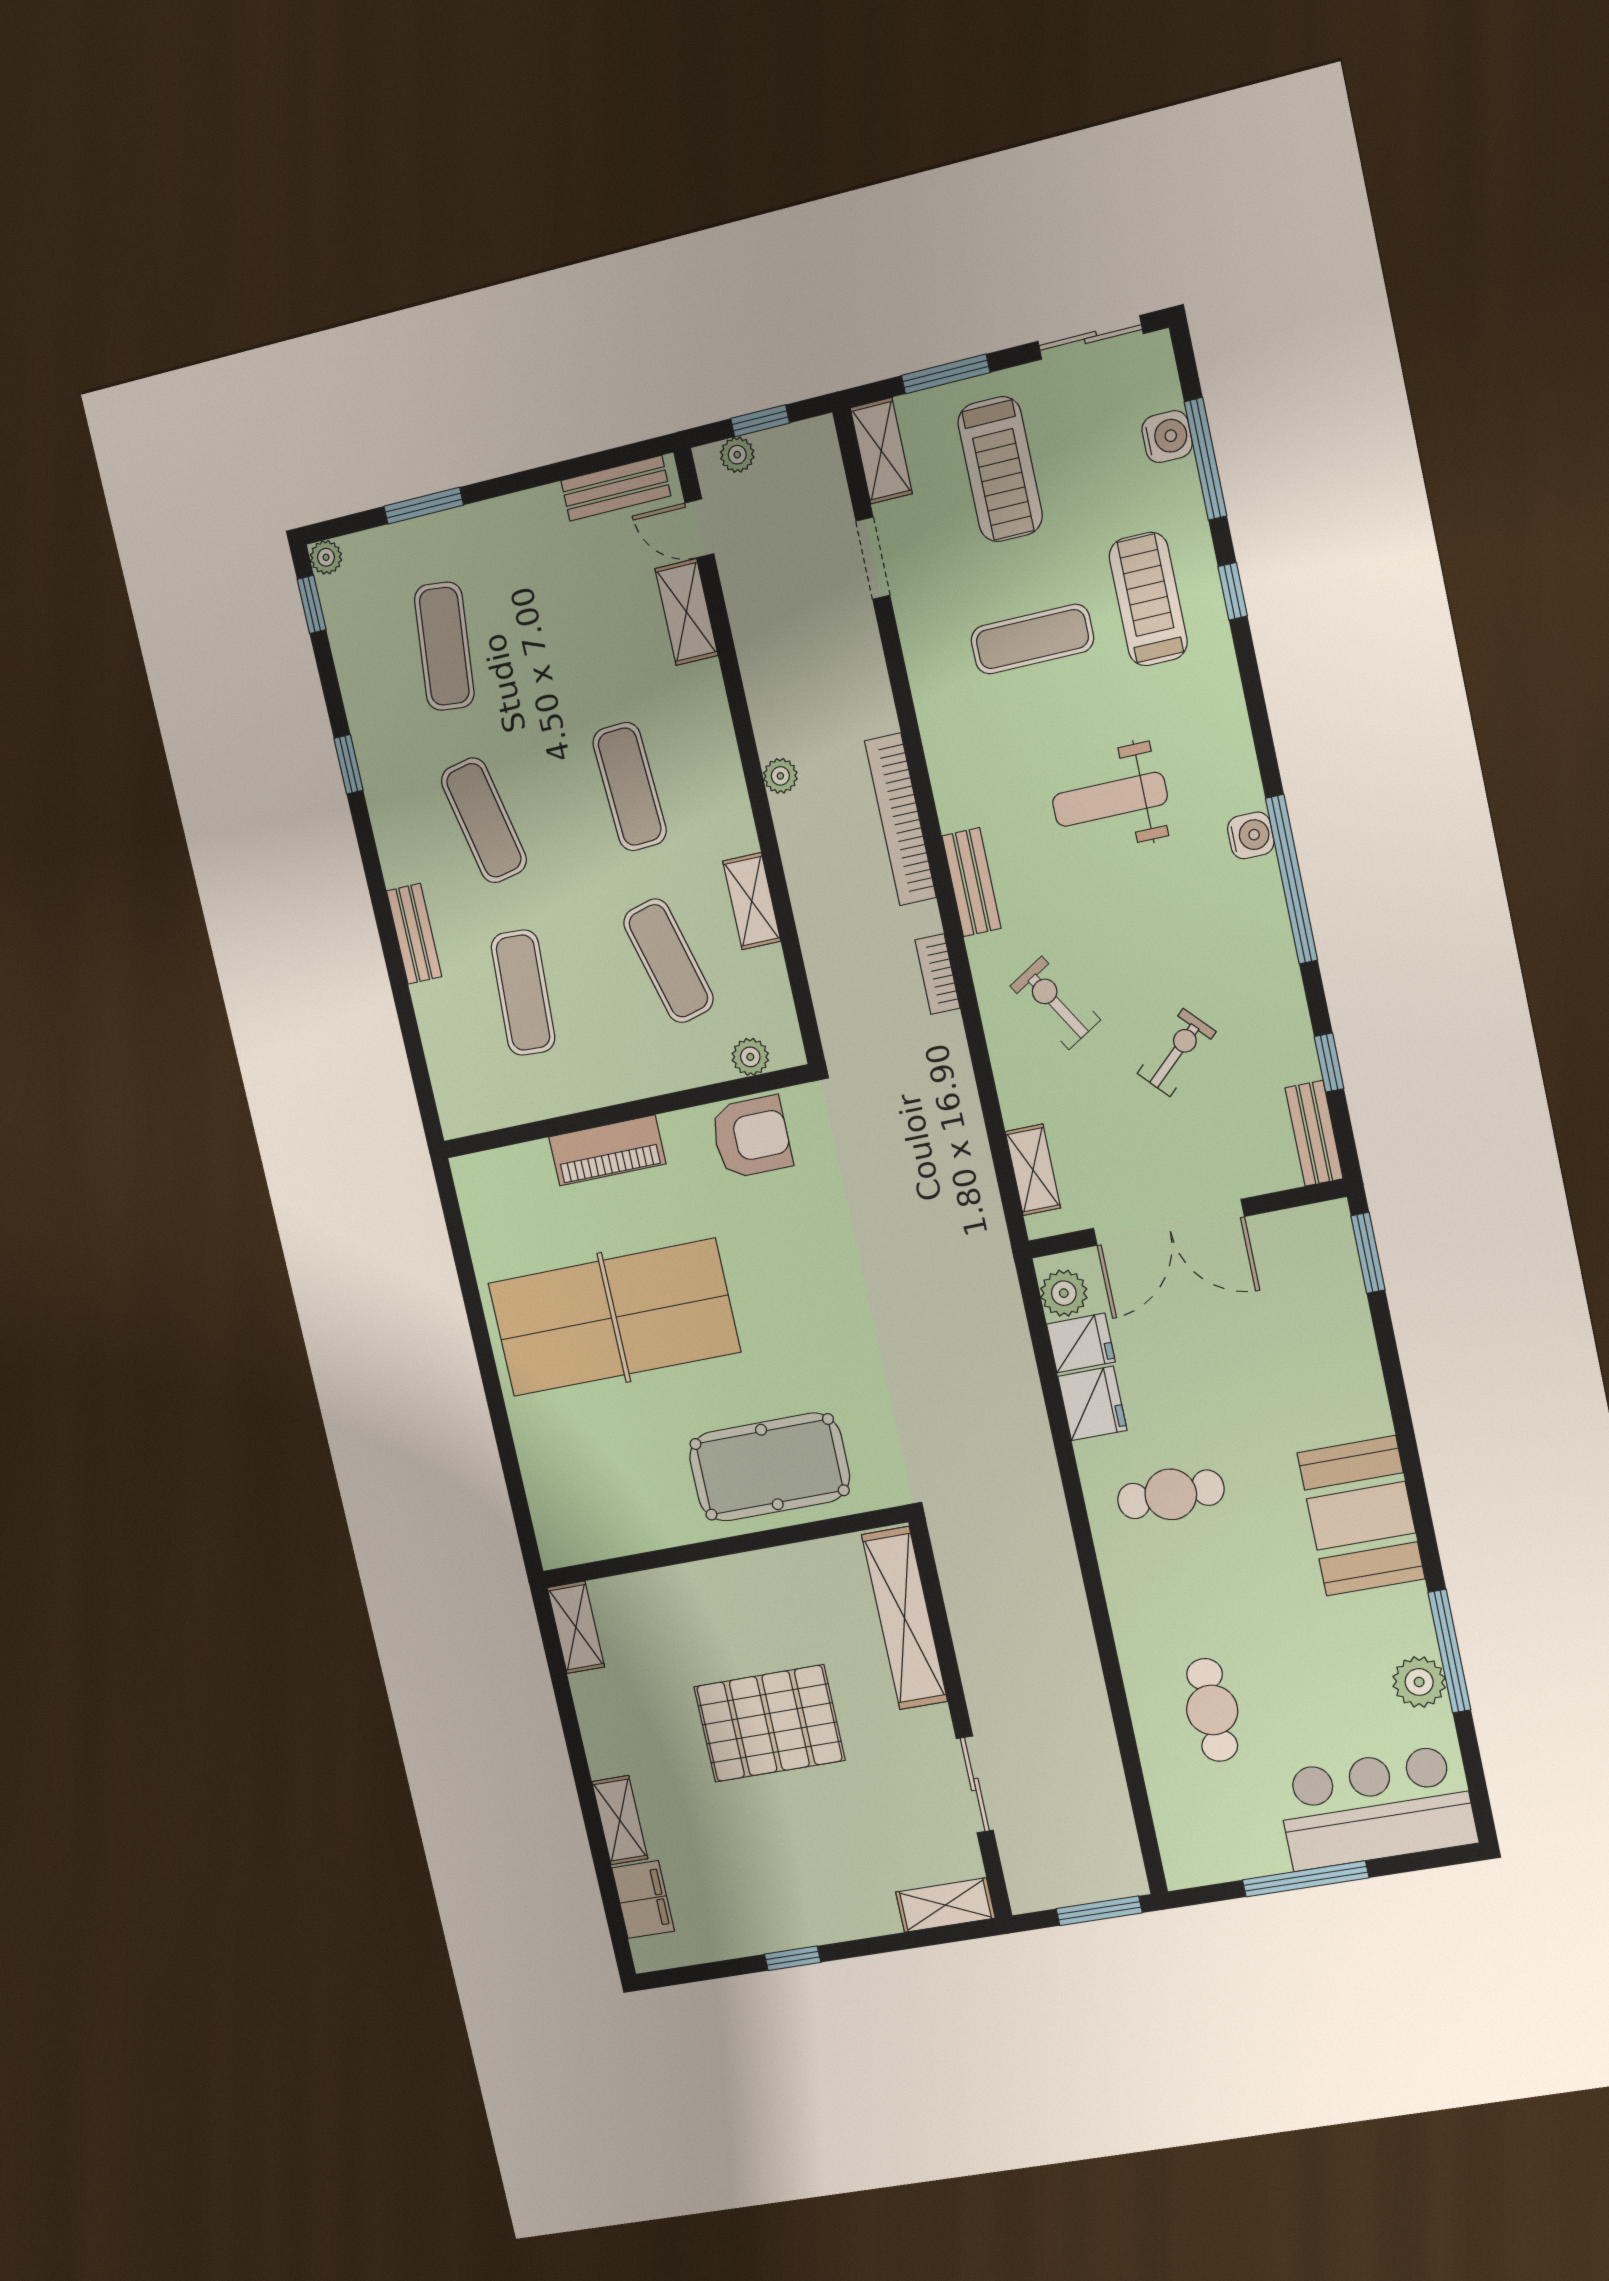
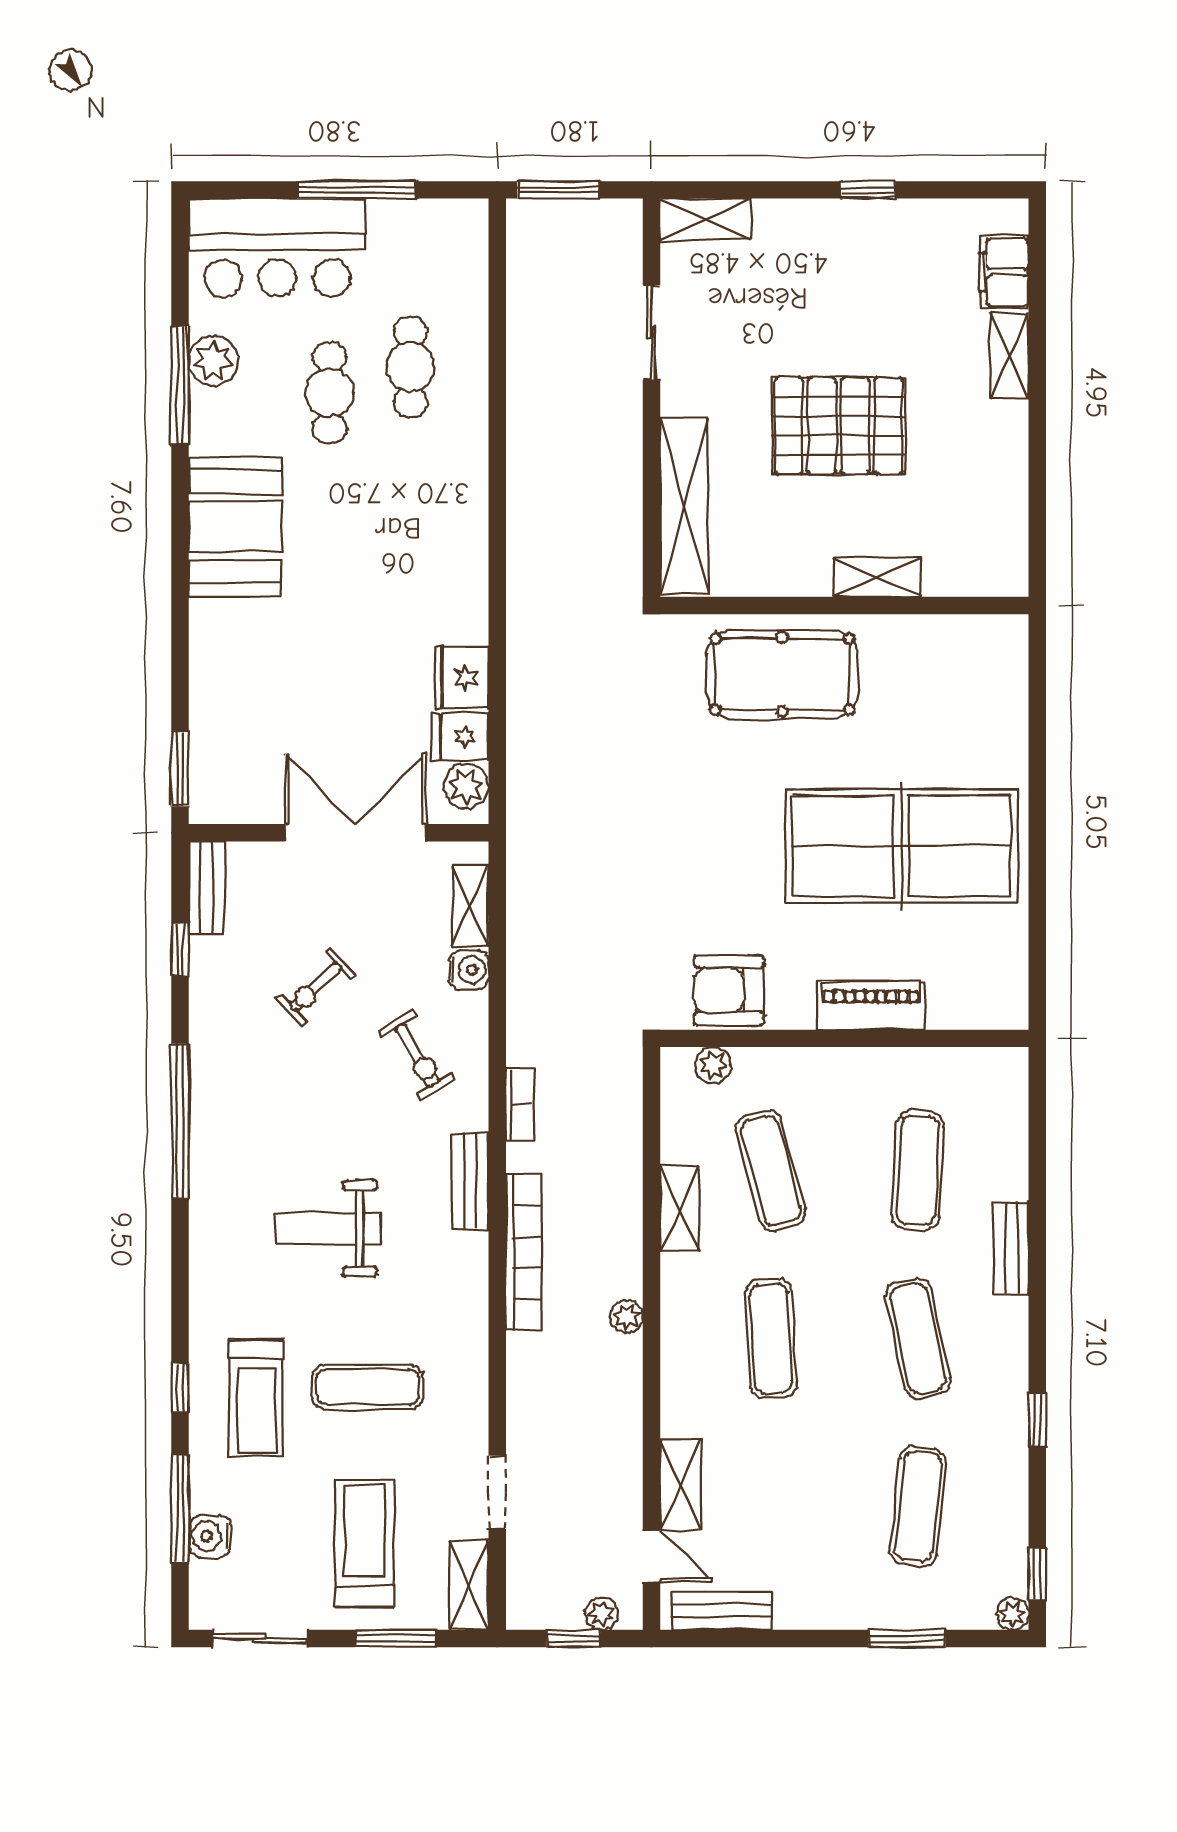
weight bench: (1110, 799) -> (328, 1228), turned 180
water cooler: (1251, 835) -> (469, 970), moved, turned 180
cafe table: (1171, 1494) -> (330, 392), moved, turned 90
shelving: (576, 1627) -> (877, 577), moved, turned 90

